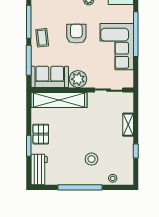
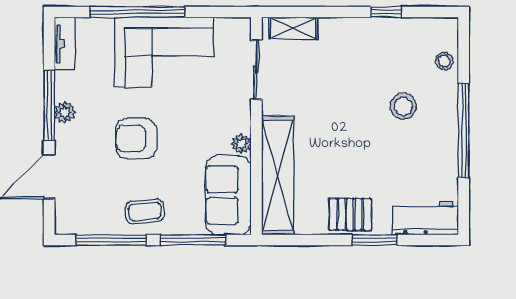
plant: (78, 79) -> (241, 144), width x0.53, depth x0.53
shelving: (128, 125) -> (294, 28), moved

